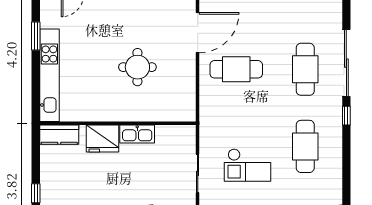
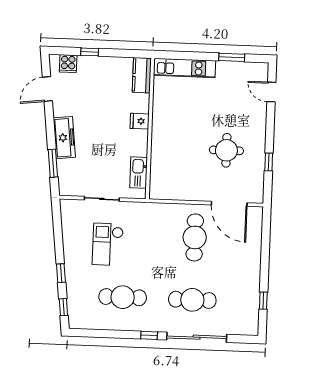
round table: (137, 67) -> (226, 150), moved
kitchen unit: (49, 75) -> (185, 68), width x0.73
kitchen sink: (137, 134) -> (139, 173), moved
fridge: (103, 139) -> (140, 121), width x0.53, depth x0.75

